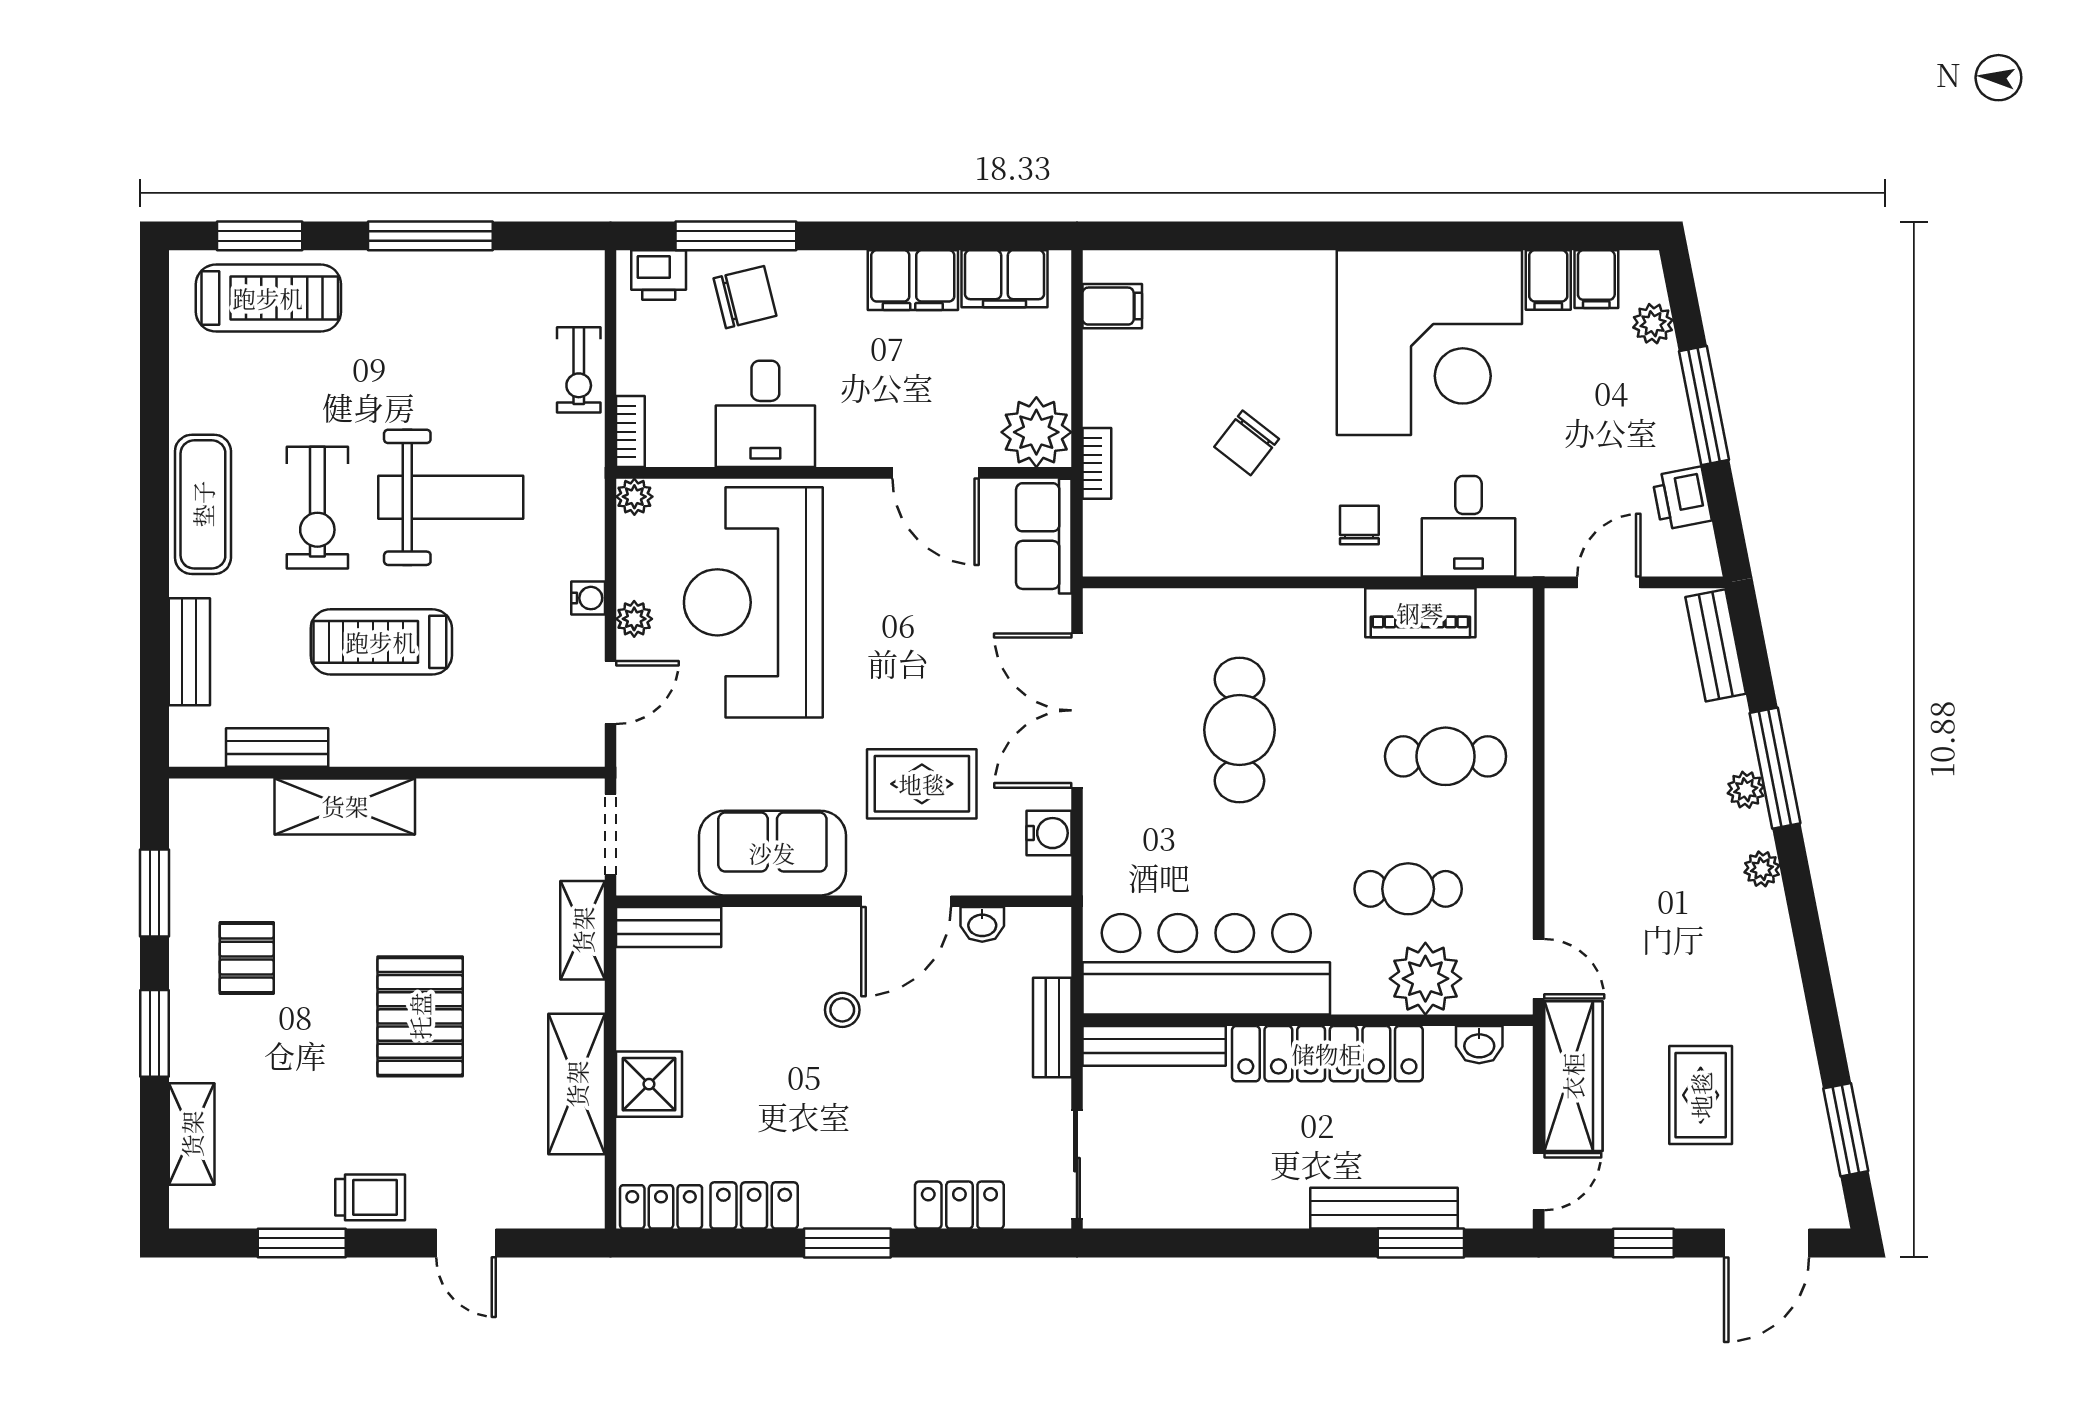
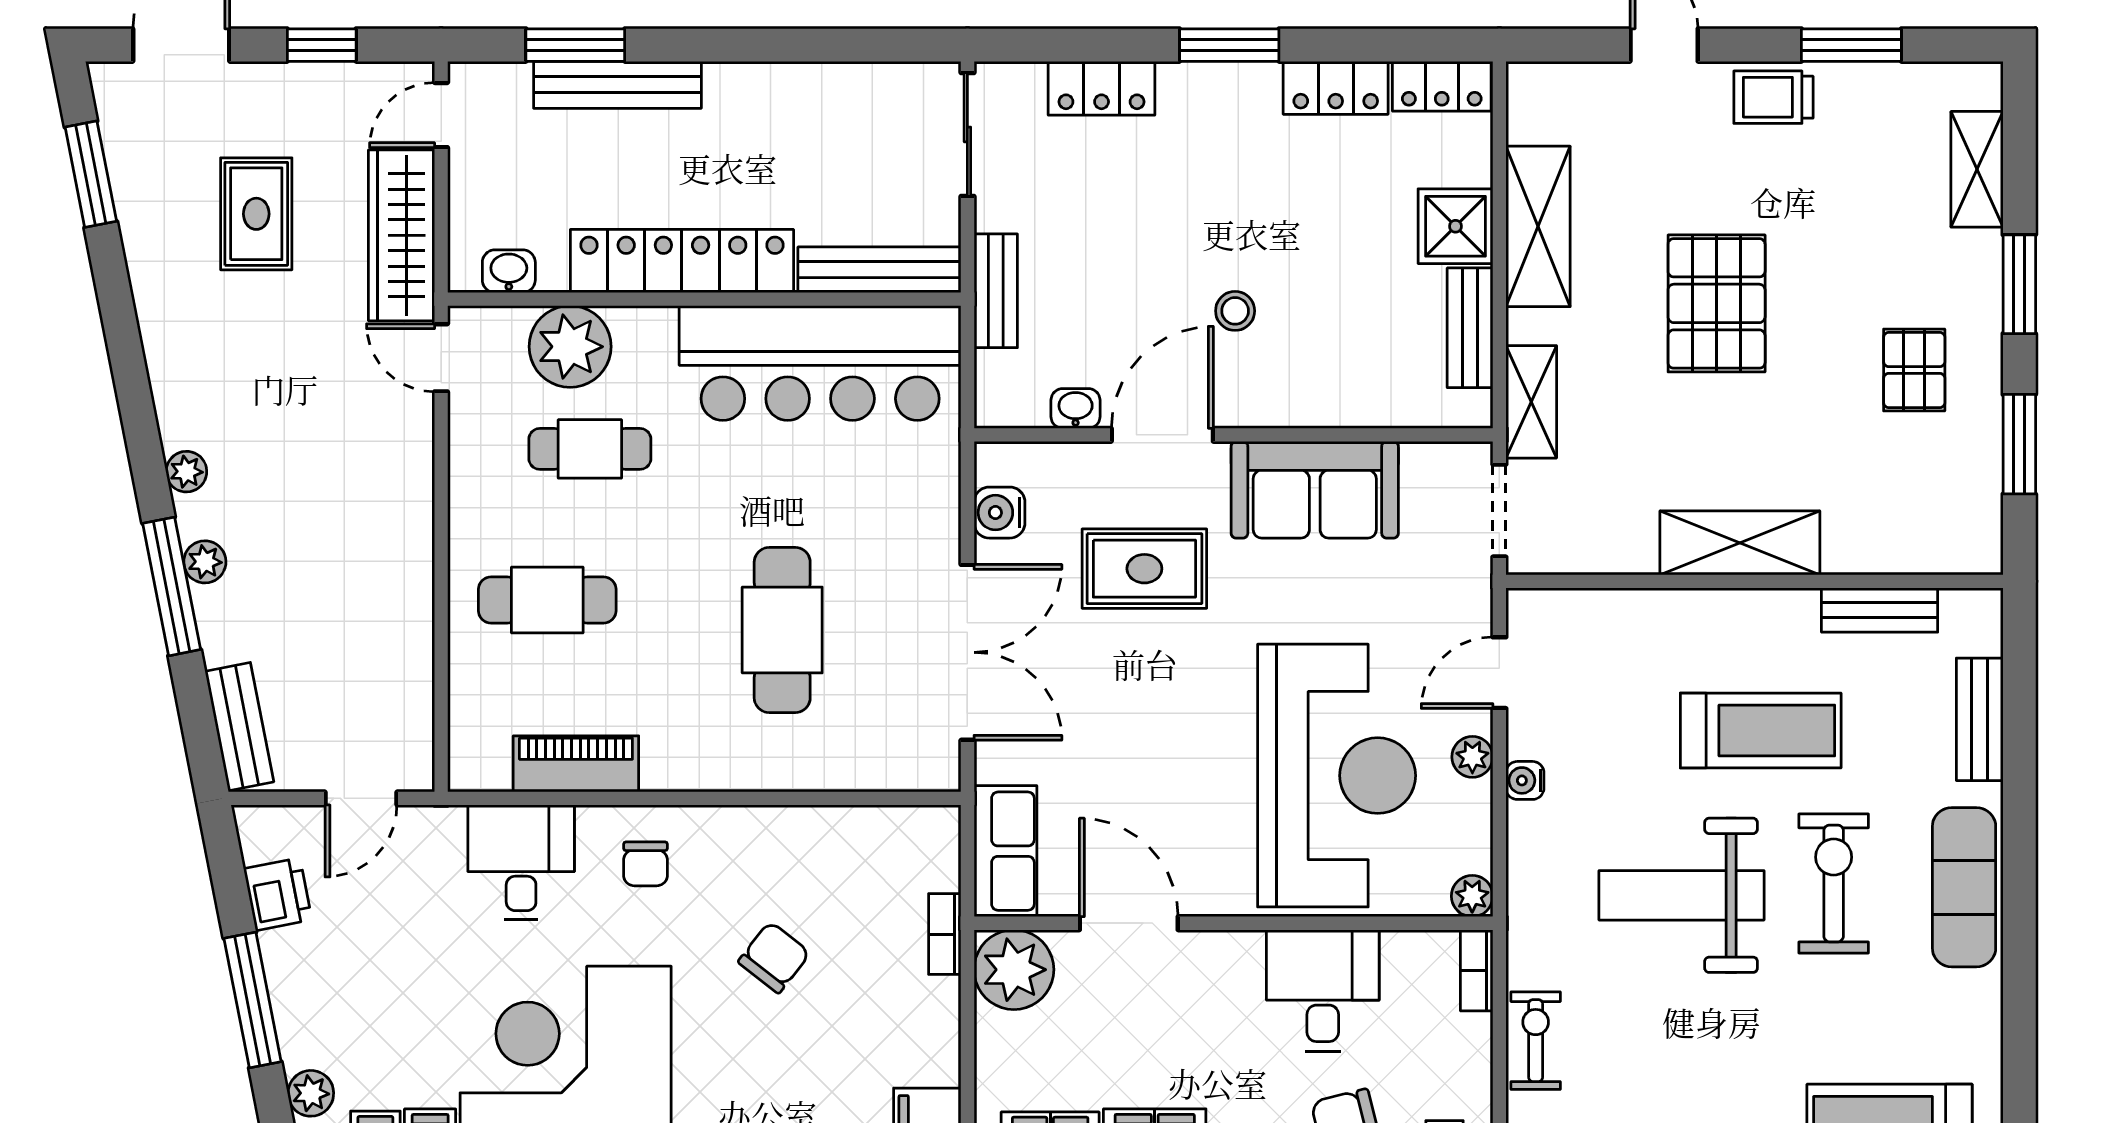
shelving: (345, 806) -> (1740, 543), moved
bench: (669, 927) -> (1470, 328), moved, turned 90

